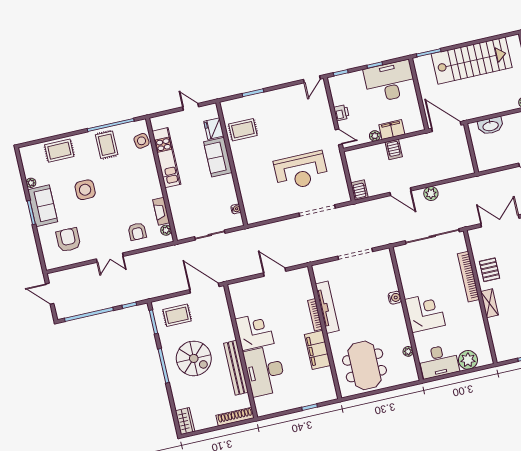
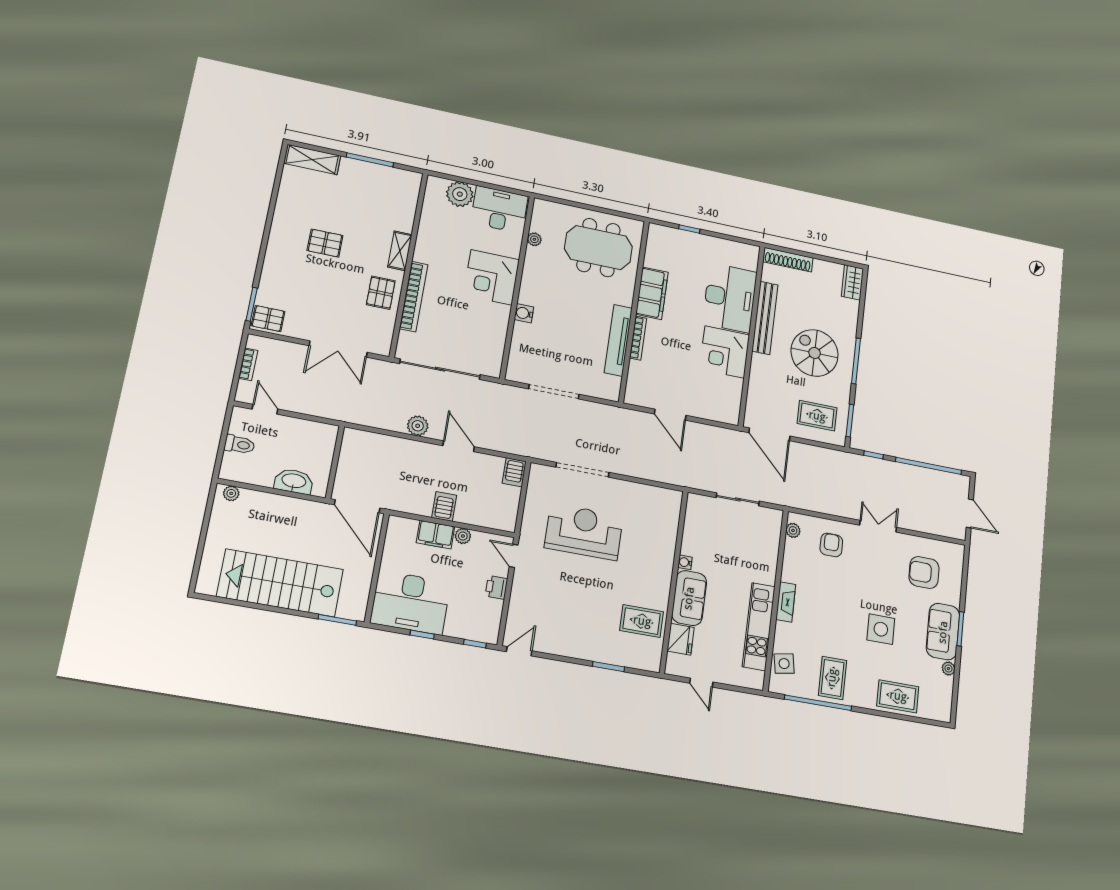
water cooler: (236, 209) -> (685, 562), moved
fireplace: (161, 211) -> (786, 602), moved
armchair: (68, 240) -> (924, 572), turned 90
meeting table: (364, 365) -> (598, 248), turned 90

